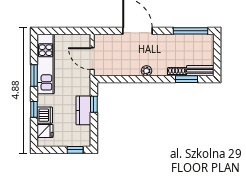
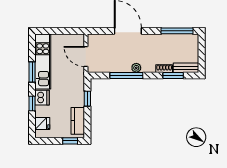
window: (136, 79) -> (126, 76), added
kitchen counter: (83, 110) -> (78, 121), moved
dishwasher: (45, 115) -> (42, 98), moved

